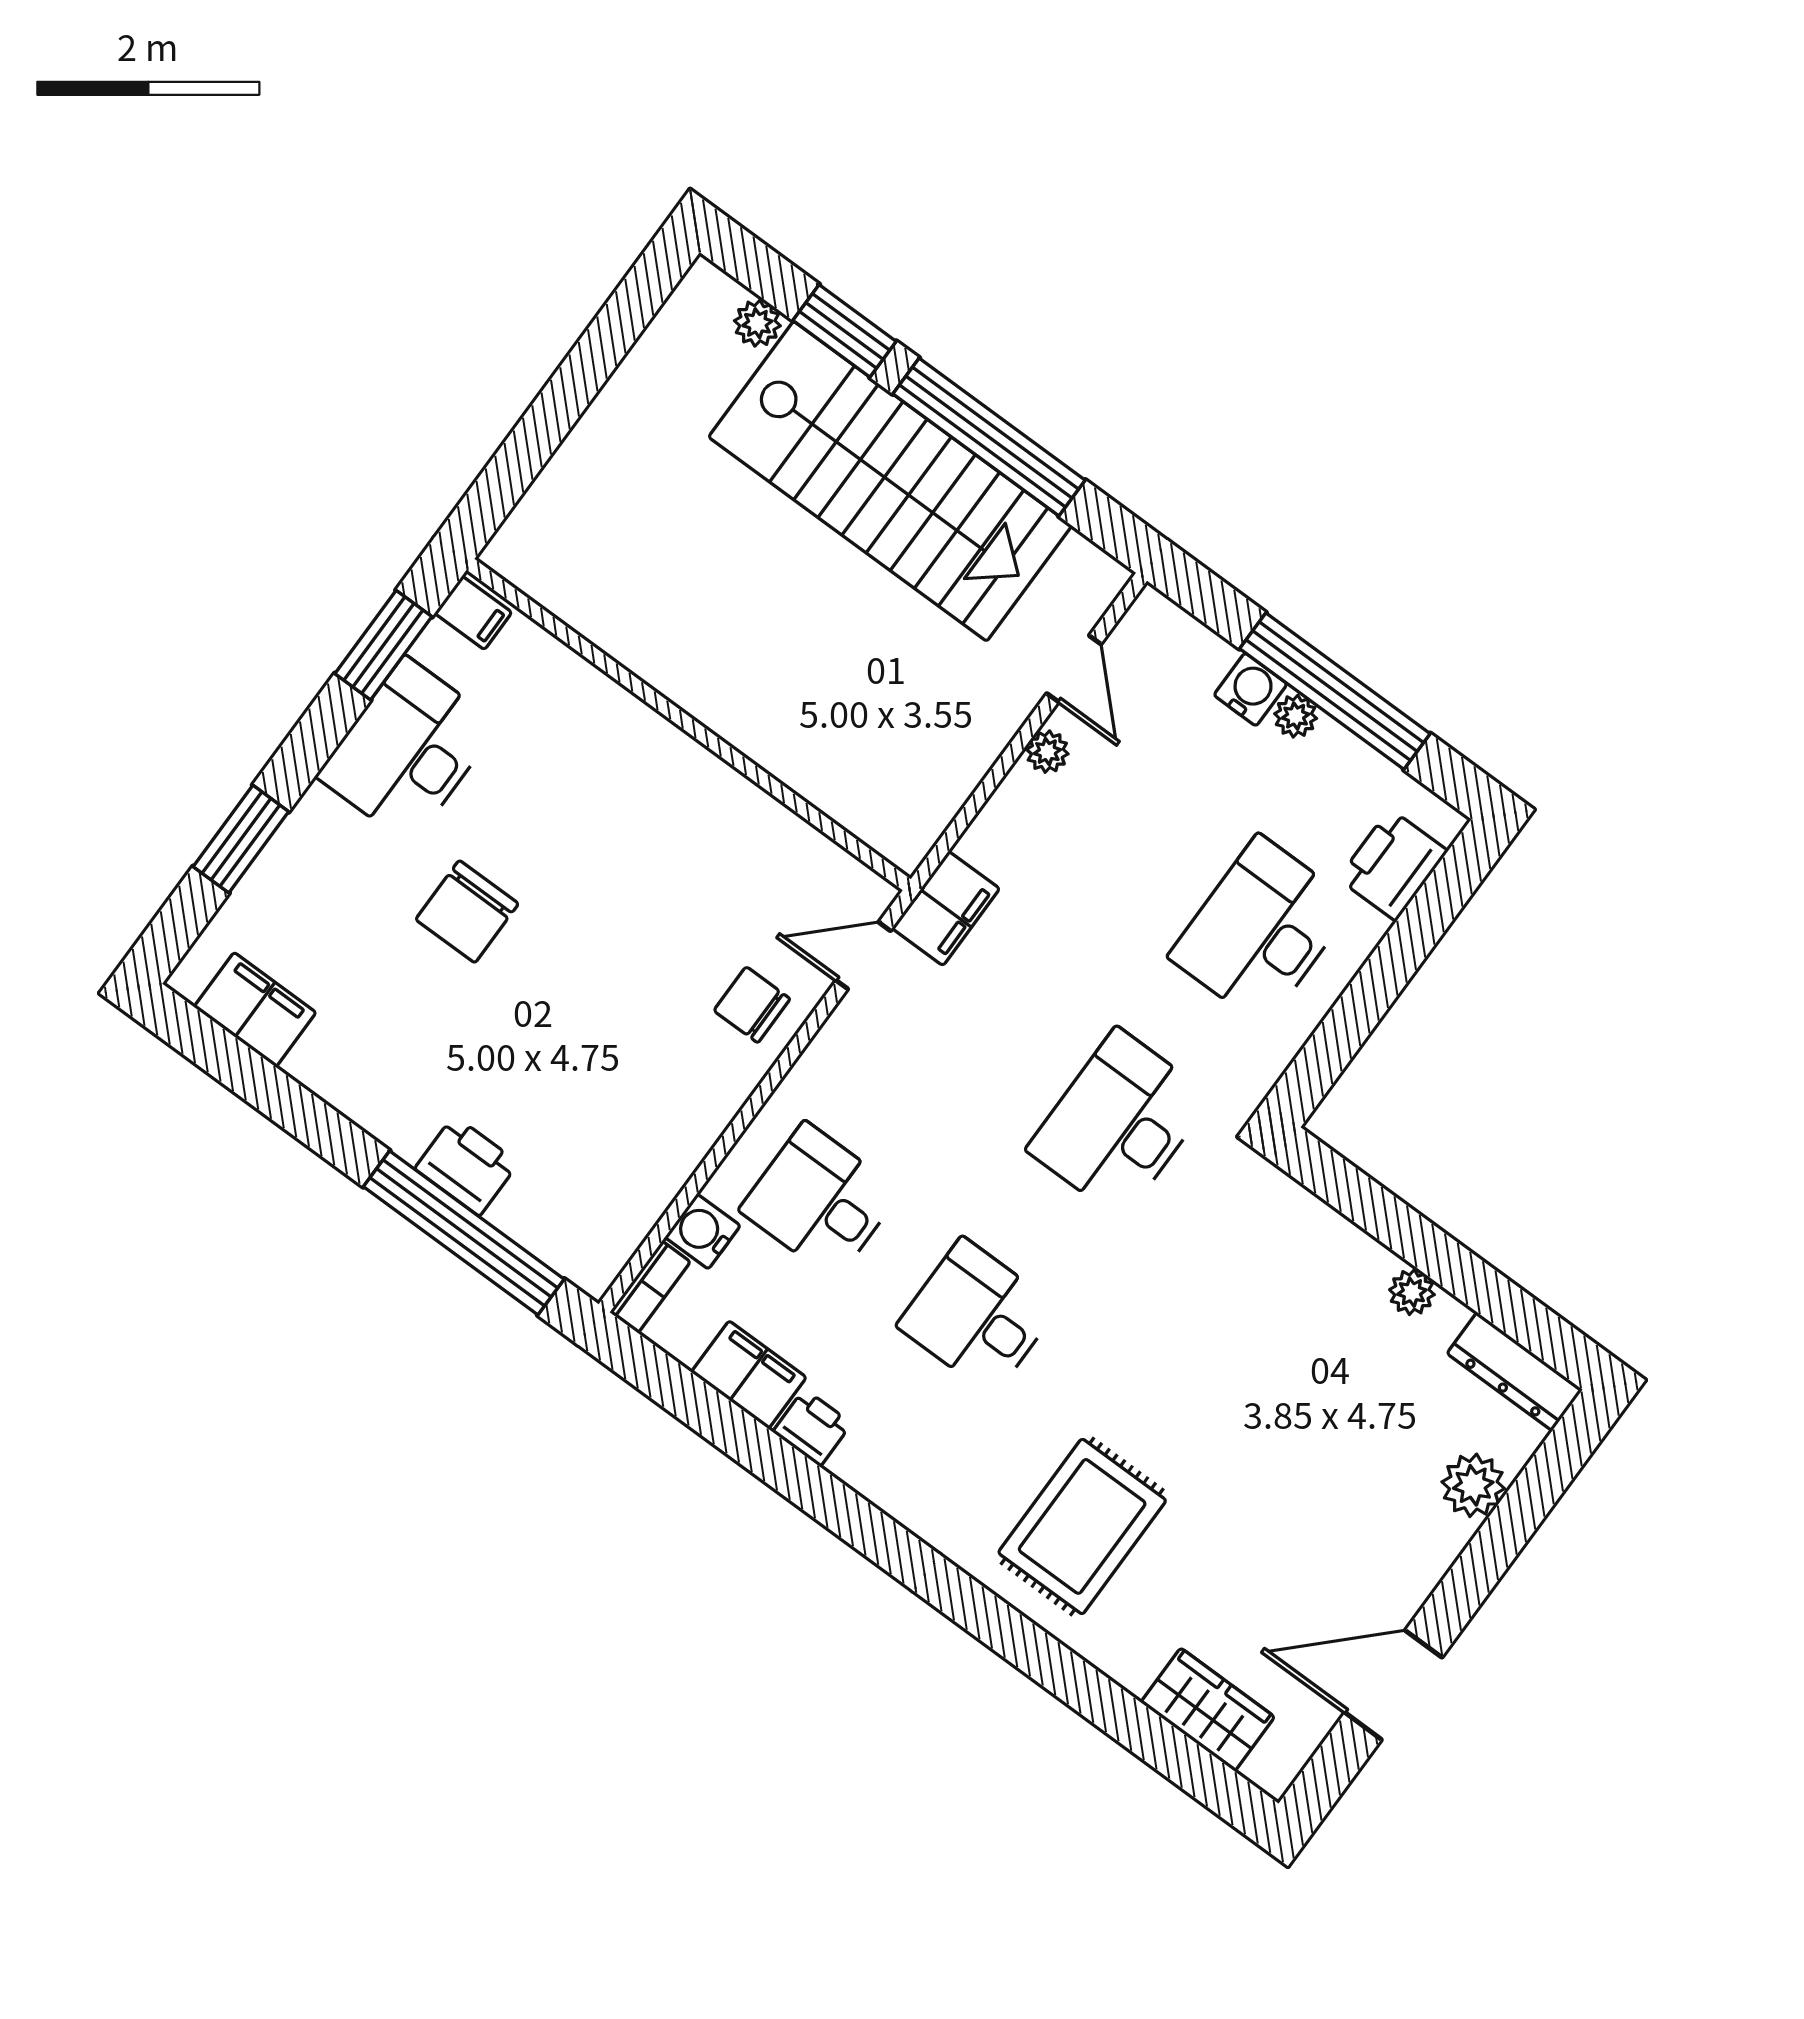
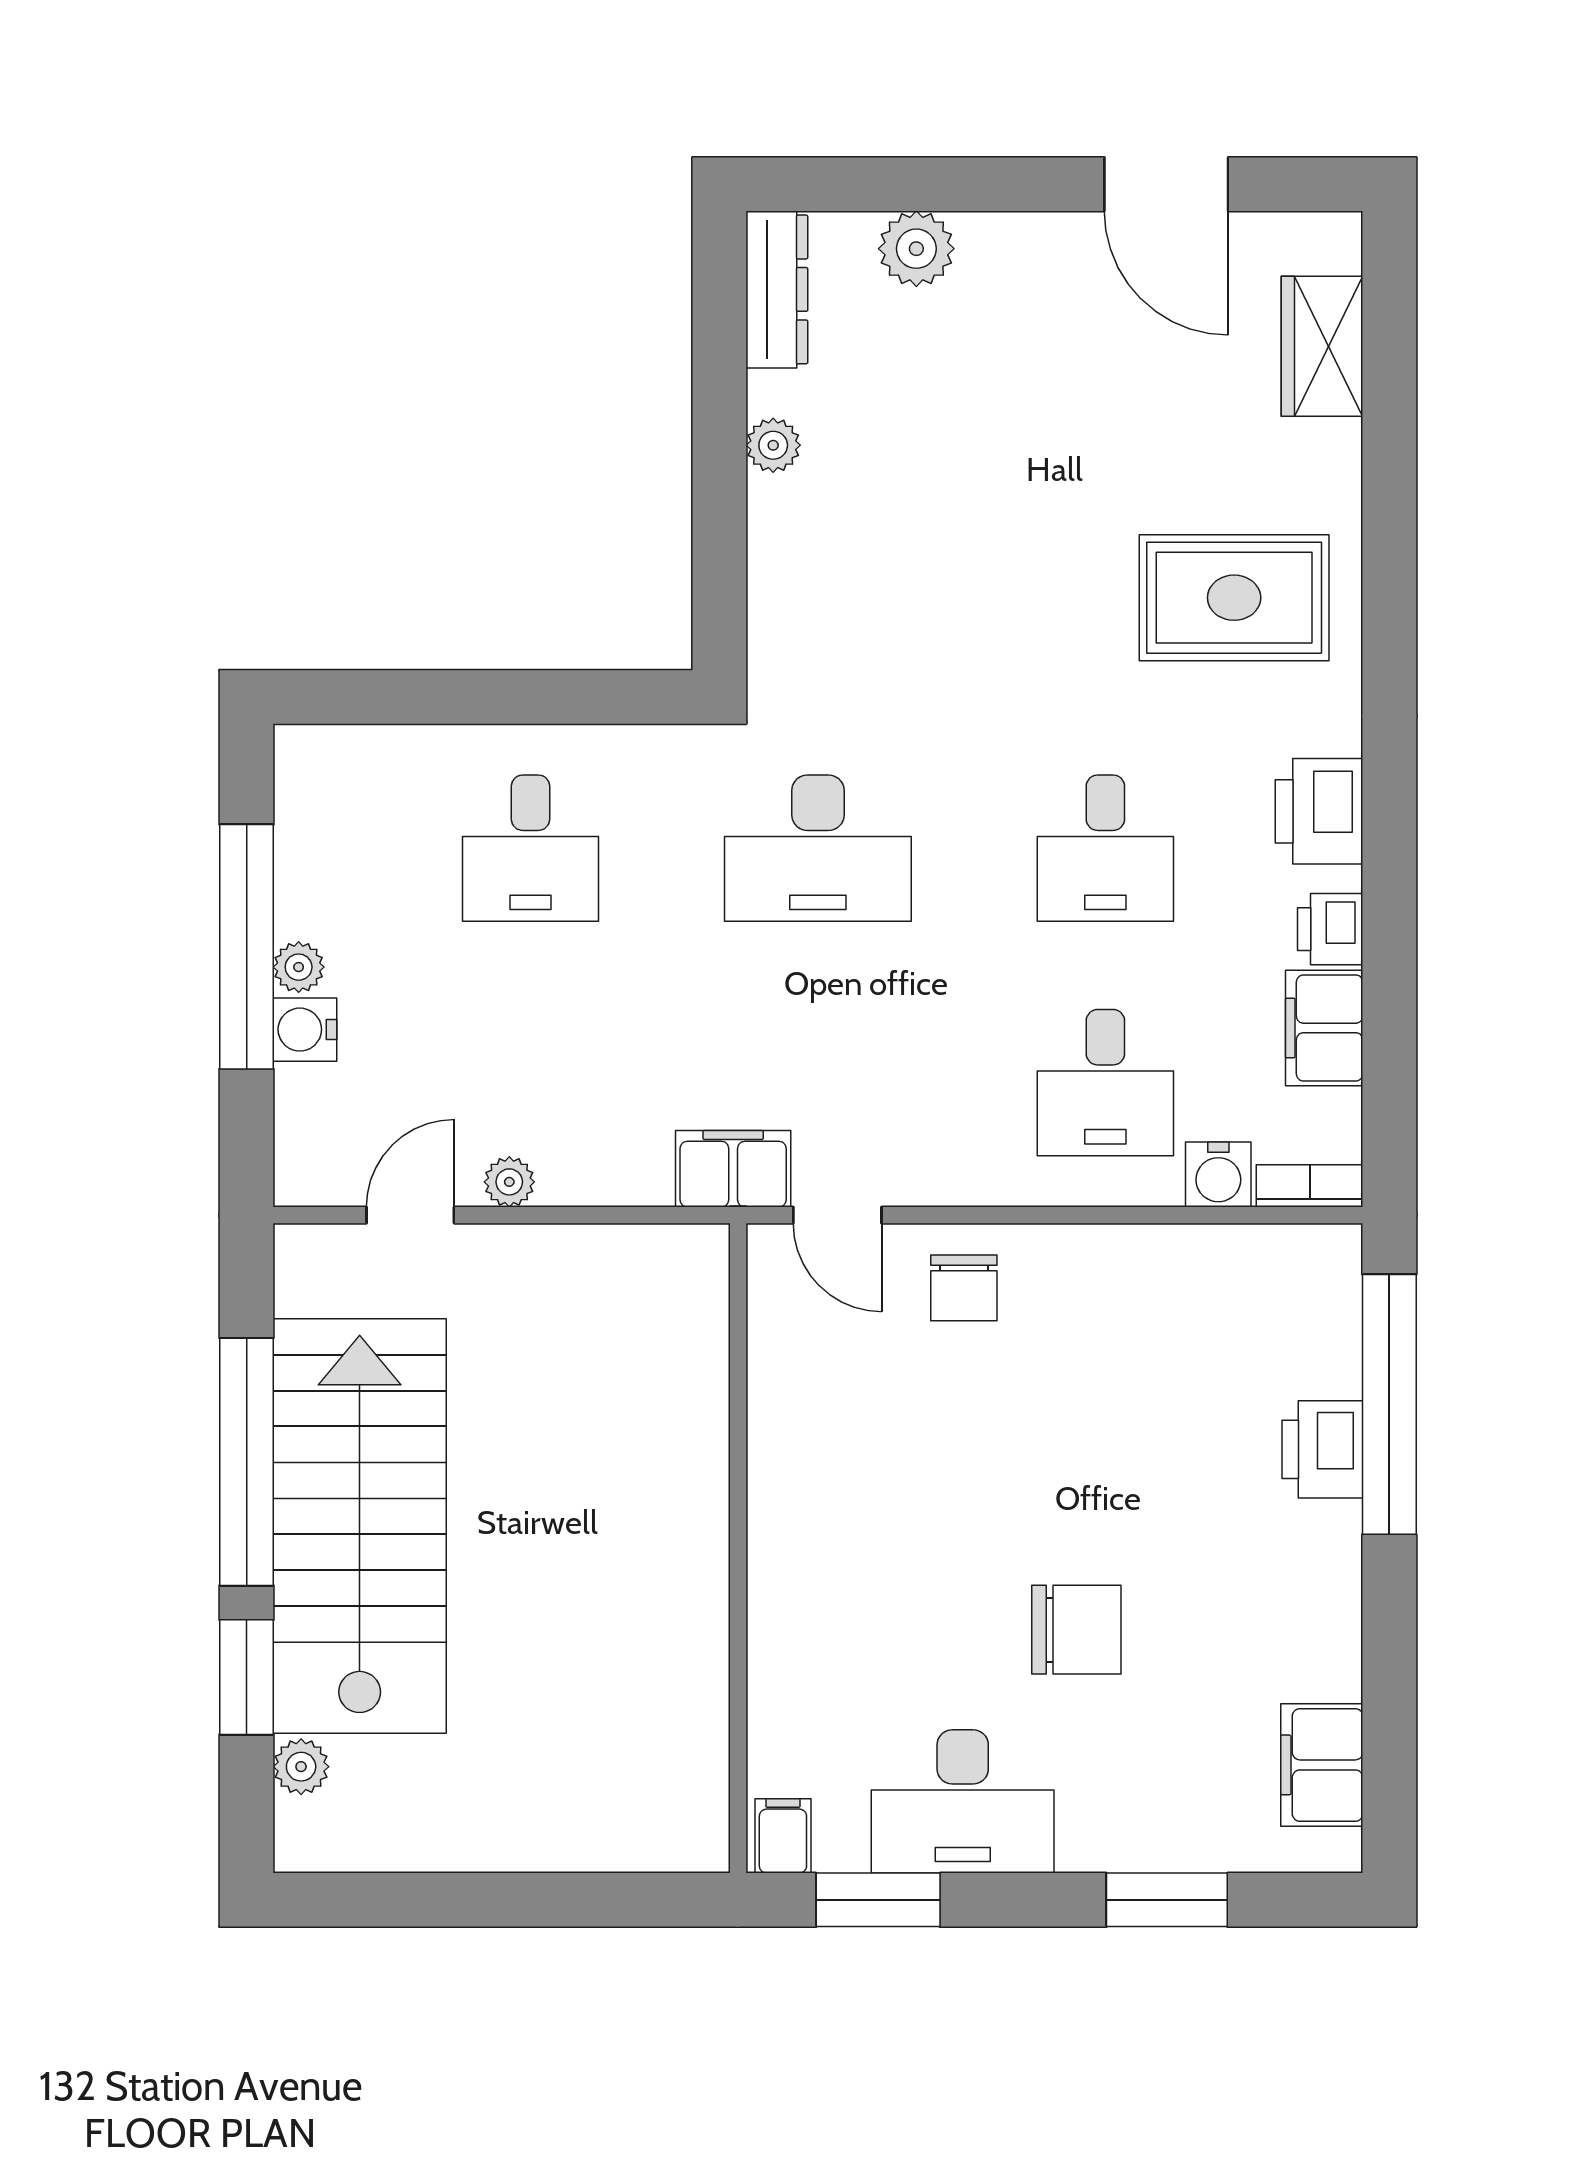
printer: (1393, 865) -> (1319, 811), moved, turned 90
desk: (1261, 930) -> (531, 848), width x0.73

